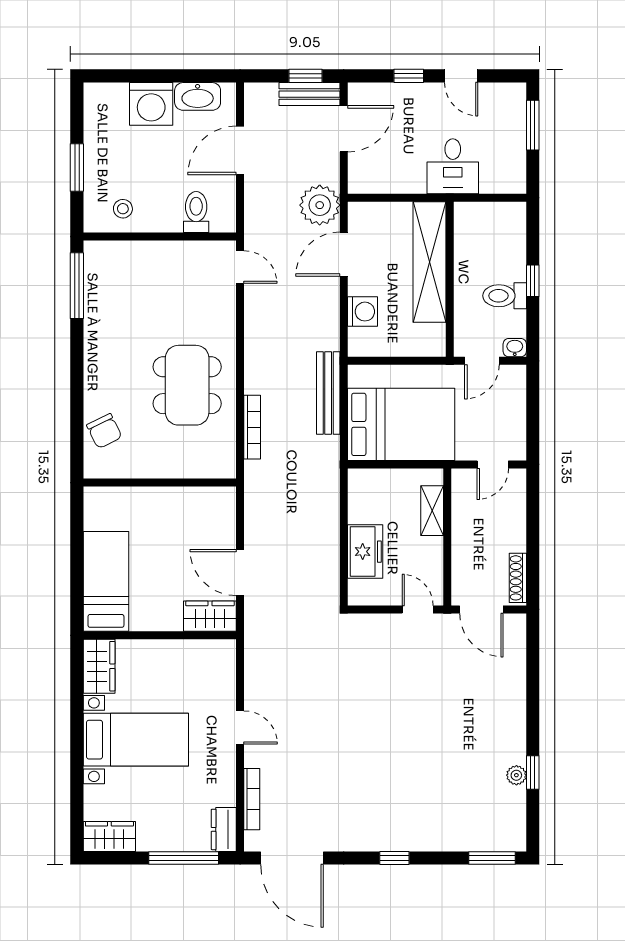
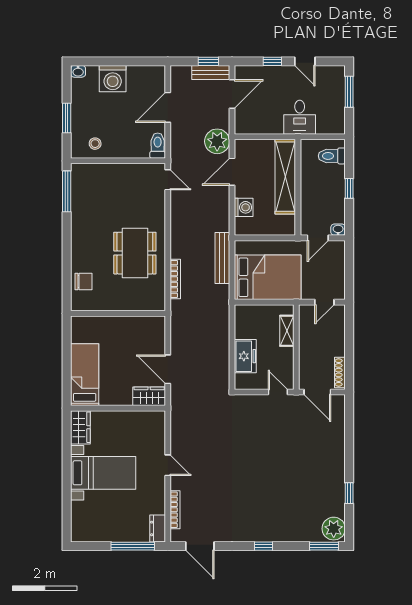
washbasin: (198, 96) -> (78, 71), moved, width x0.52, depth x0.69
toilet: (196, 212) -> (158, 146), moved
toilet: (505, 296) -> (332, 156), moved
chair: (104, 431) -> (84, 281), turned -64
plant: (516, 775) -> (334, 529), moved, width x1.88, depth x1.88
wardrobe: (109, 836) -> (87, 533), removed
door: (292, 858) -> (200, 546), width x0.73

